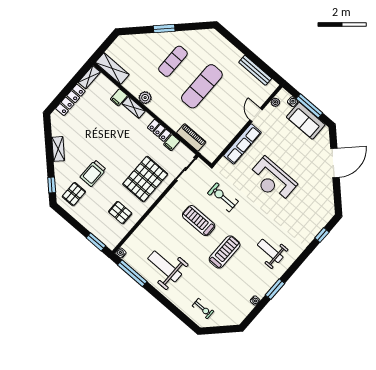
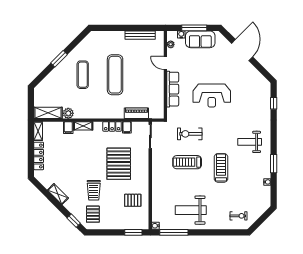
plant: (145, 98) -> (68, 113), moved
pallet: (145, 179) -> (119, 164), moved

